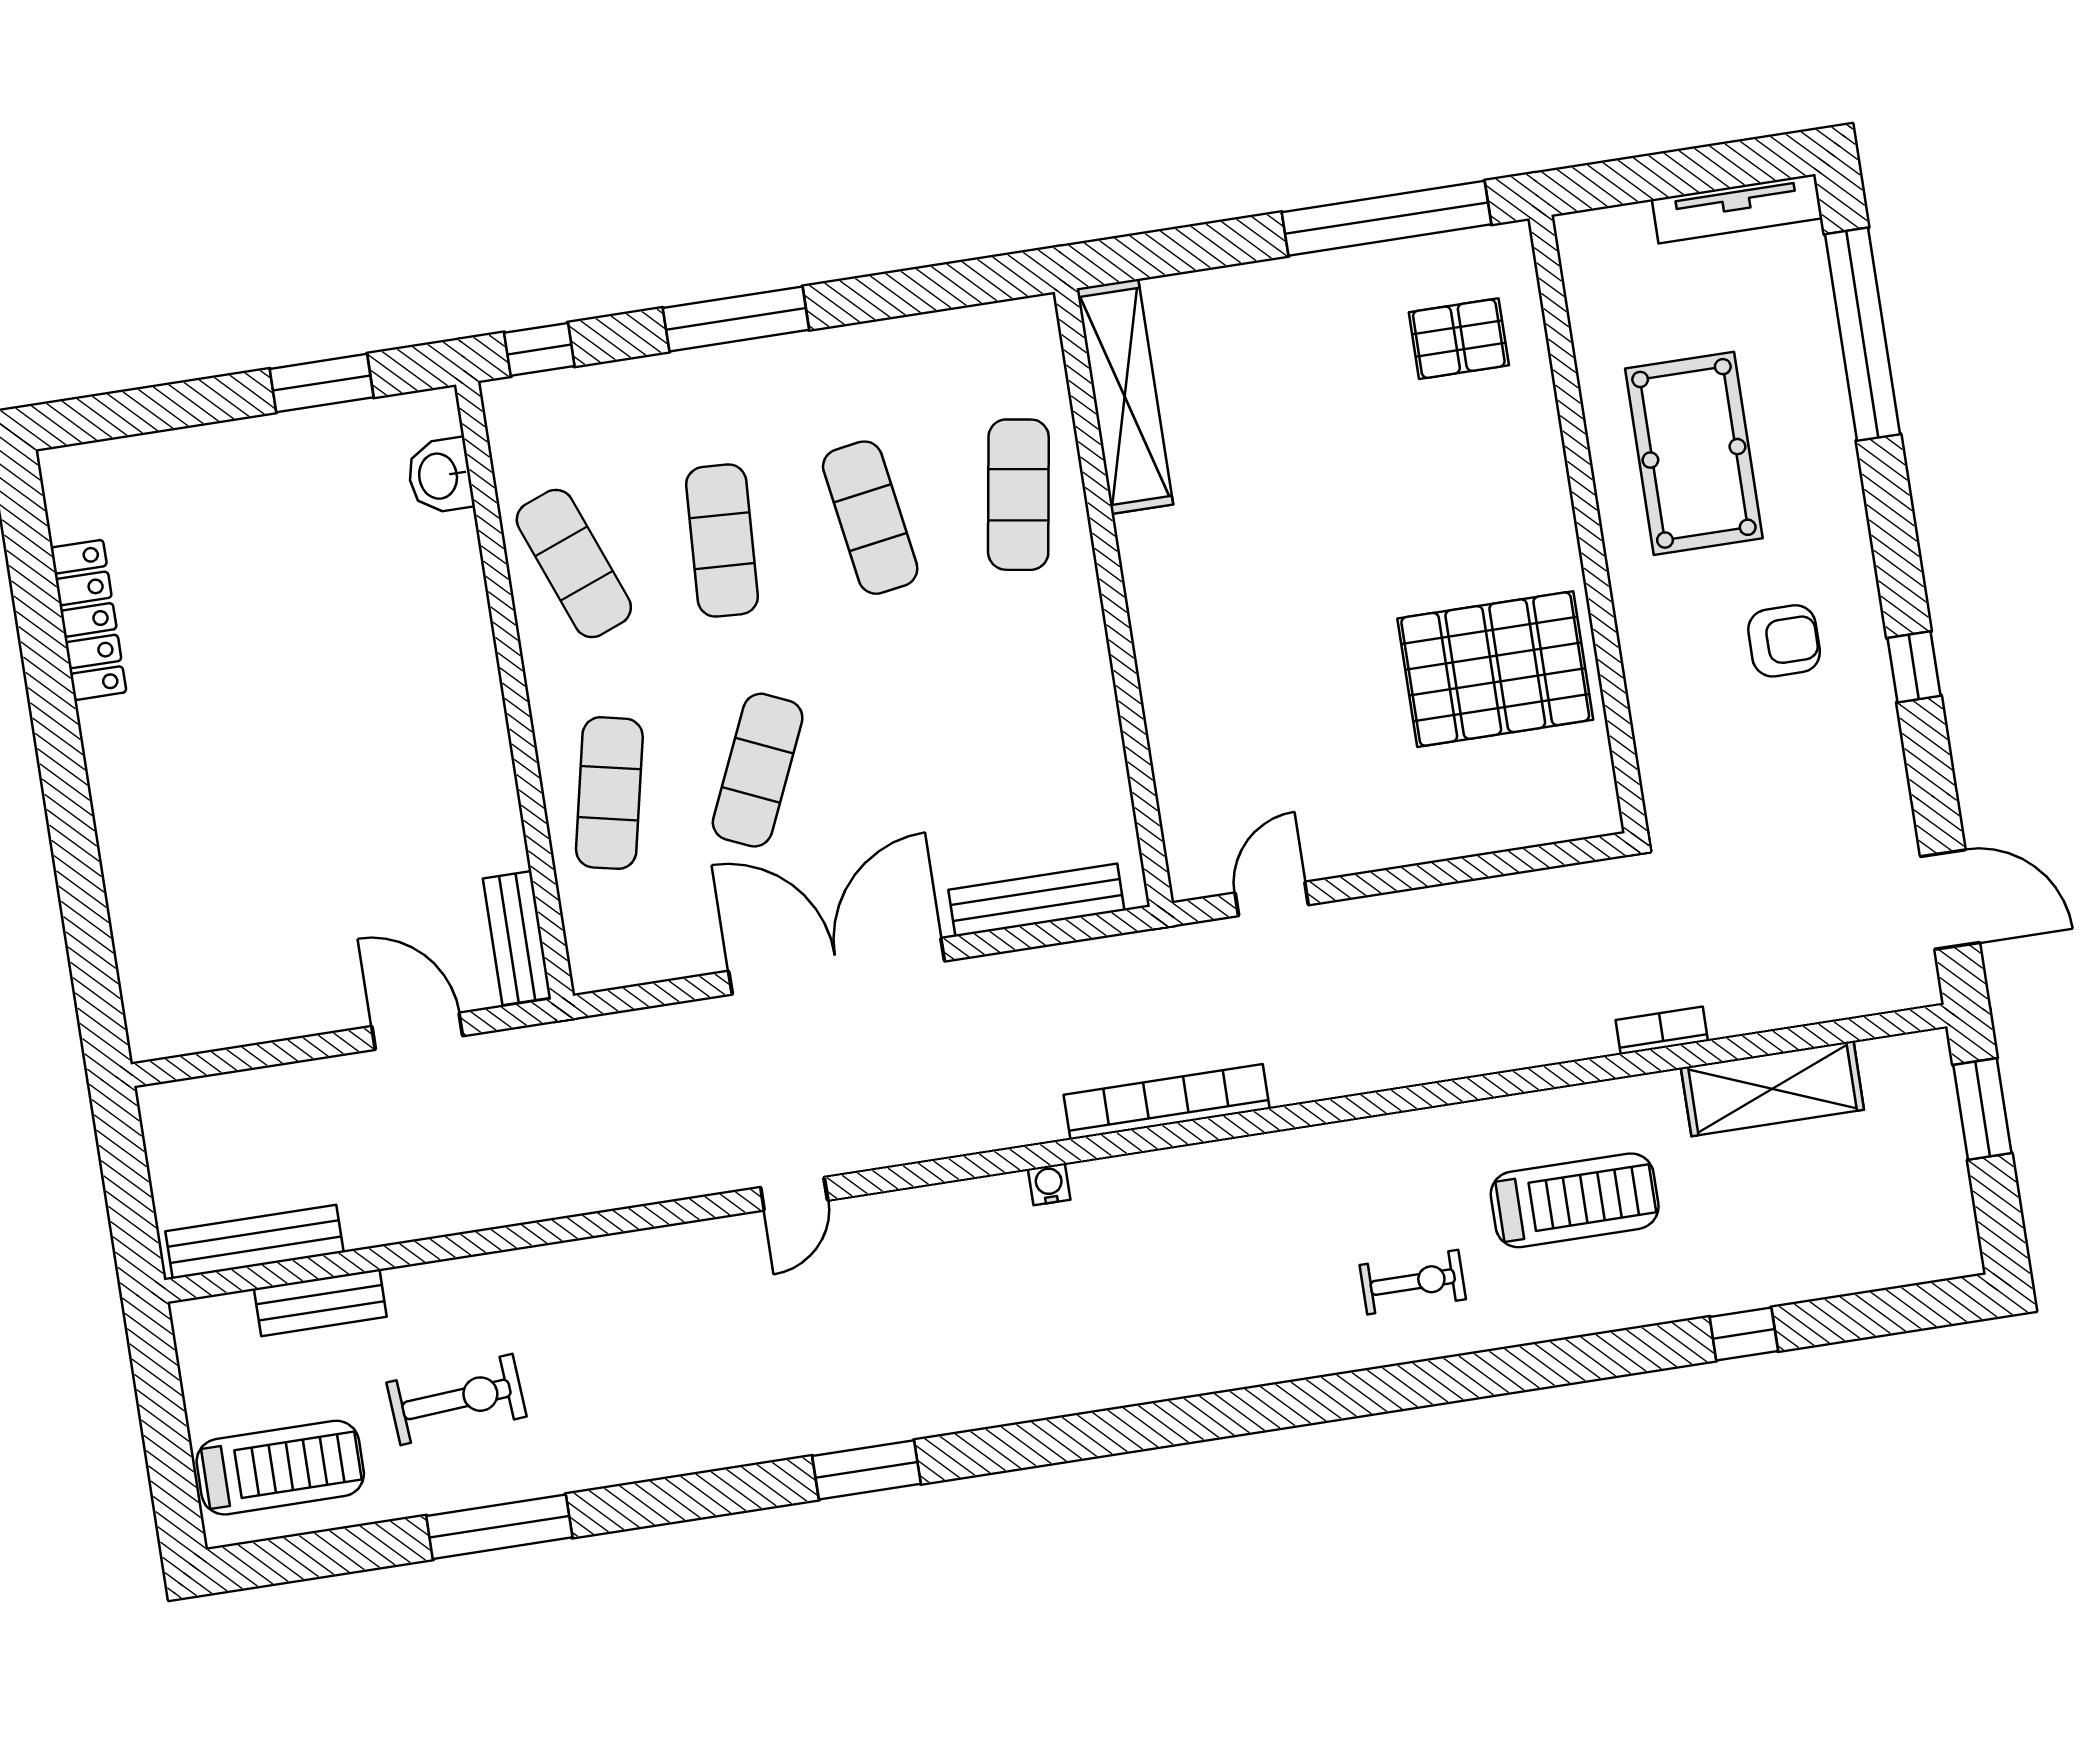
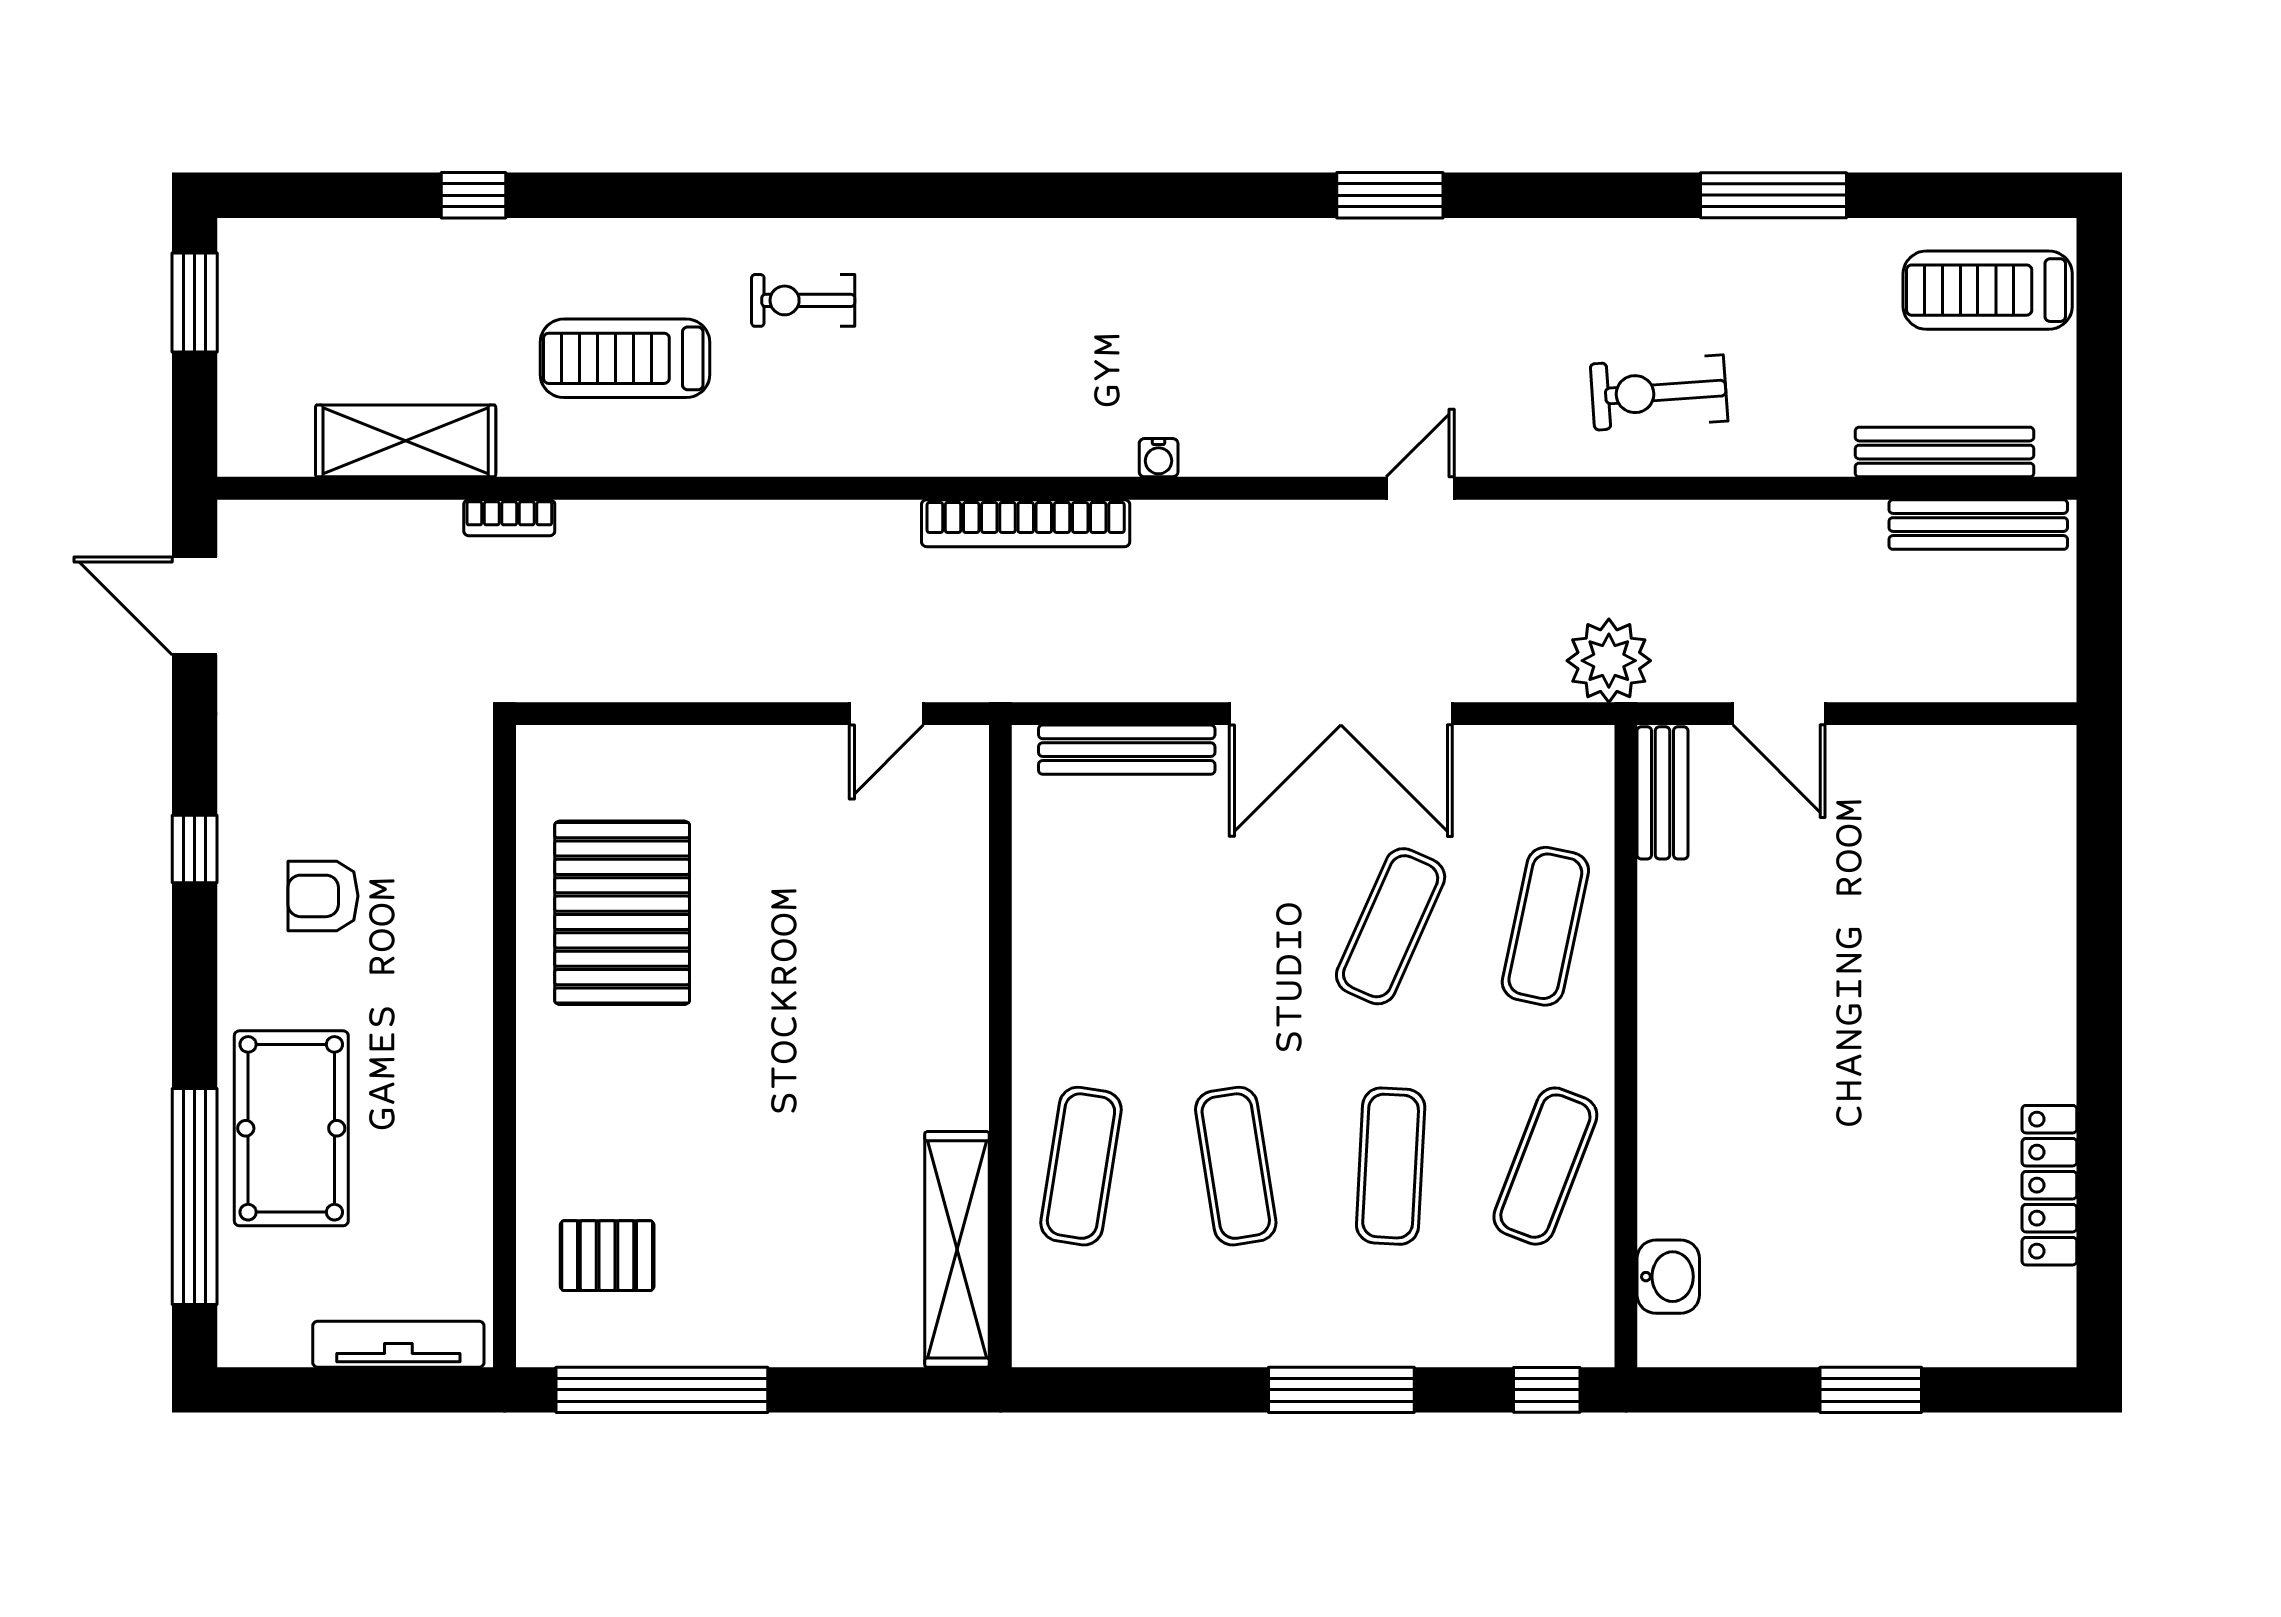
tv unit: (1737, 209) -> (398, 1344), moved
window: (322, 383) -> (1871, 1390), moved
pool table: (1694, 453) -> (291, 1128), moved
exercise mat: (574, 563) -> (1545, 1166), turned 42
pallet: (1495, 669) -> (622, 913), turned 90
plant: (588, 1057) -> (1609, 661), added
window: (1982, 1109) -> (195, 302), moved
bench: (320, 1303) -> (1945, 452), width x1.36
exercise bike: (456, 1399) -> (1659, 392), moved

